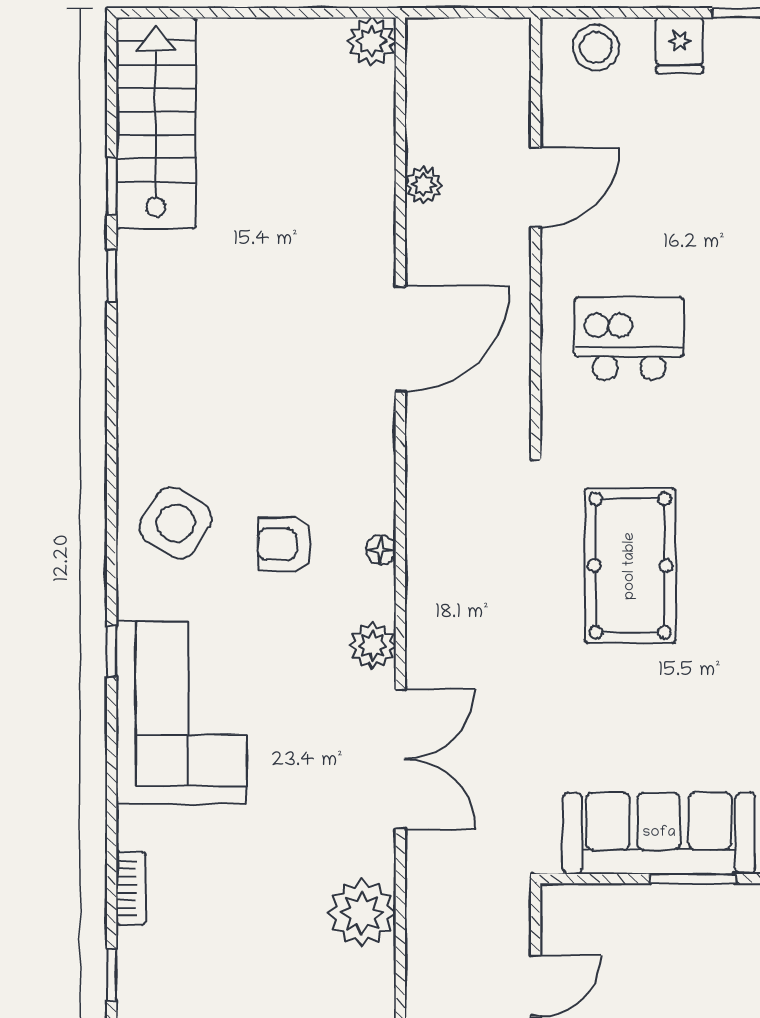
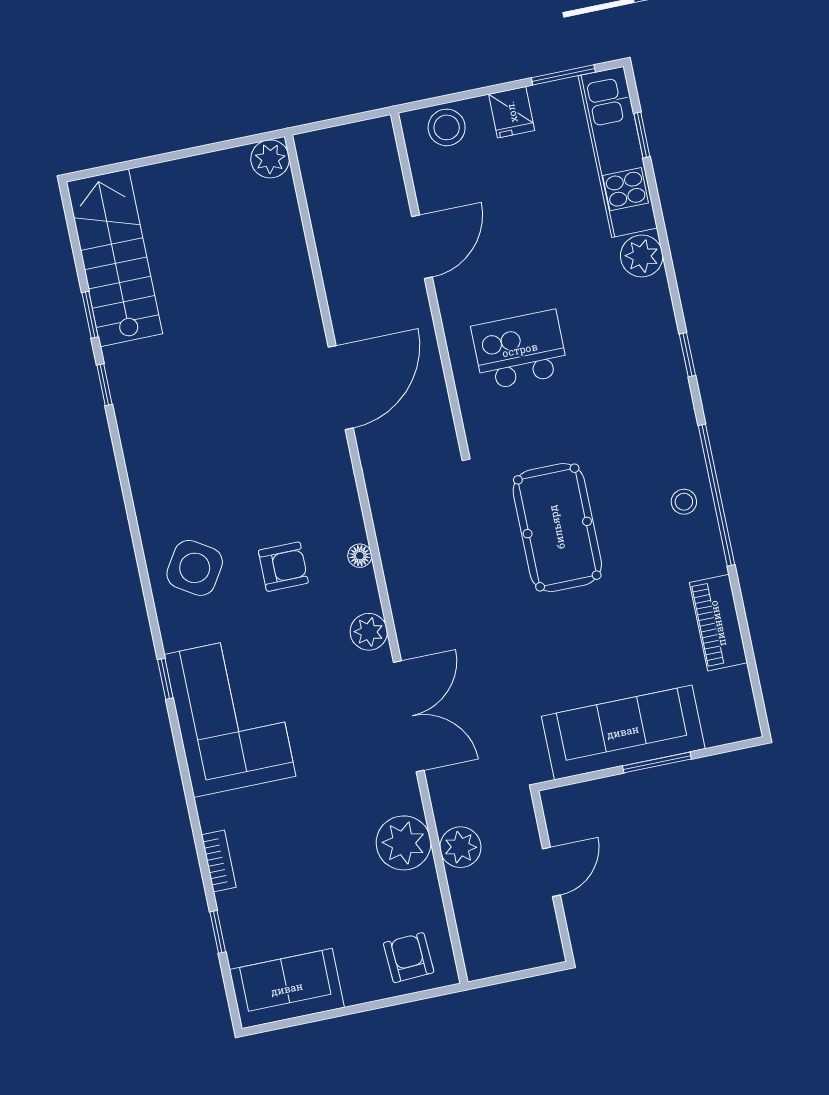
plant: (423, 185) -> (460, 847), moved, width x1.38, depth x1.38
armchair: (285, 544) -> (283, 567), turned 180

